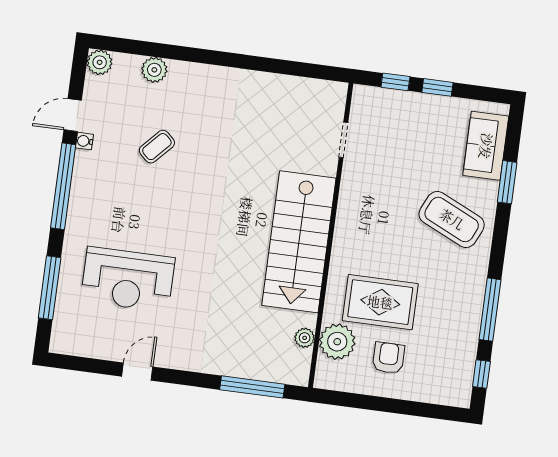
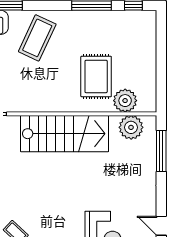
plant: (305, 338) -> (131, 127), width x1.87, depth x1.87
armchair: (389, 358) -> (131, 66), removed

